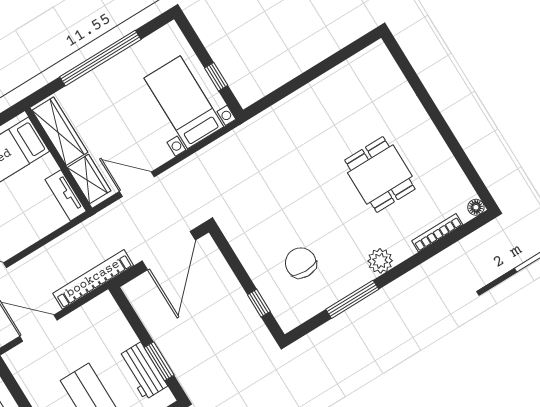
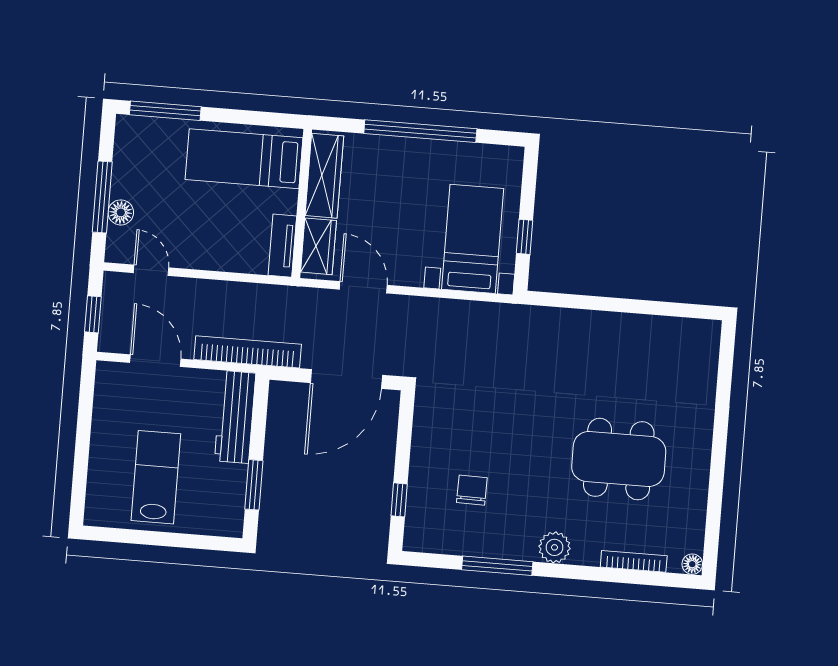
dining table: (380, 175) -> (619, 459), width x1.38
chair: (301, 263) -> (472, 490), width x0.73, depth x0.73
workbench: (143, 371) -> (235, 417), moved, width x1.37

